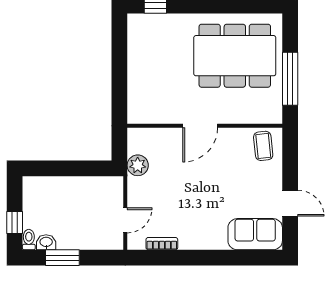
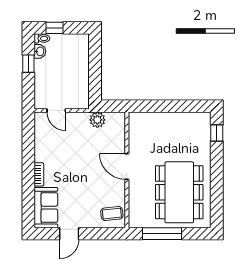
bookcase: (162, 244) -> (39, 174), moved
window: (62, 258) -> (28, 64), width x0.67

